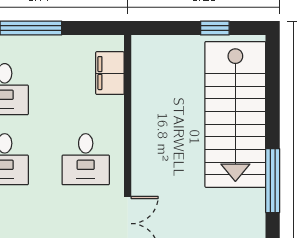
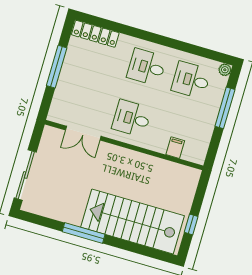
filing cabinet: (110, 73) -> (175, 148), width x0.50

